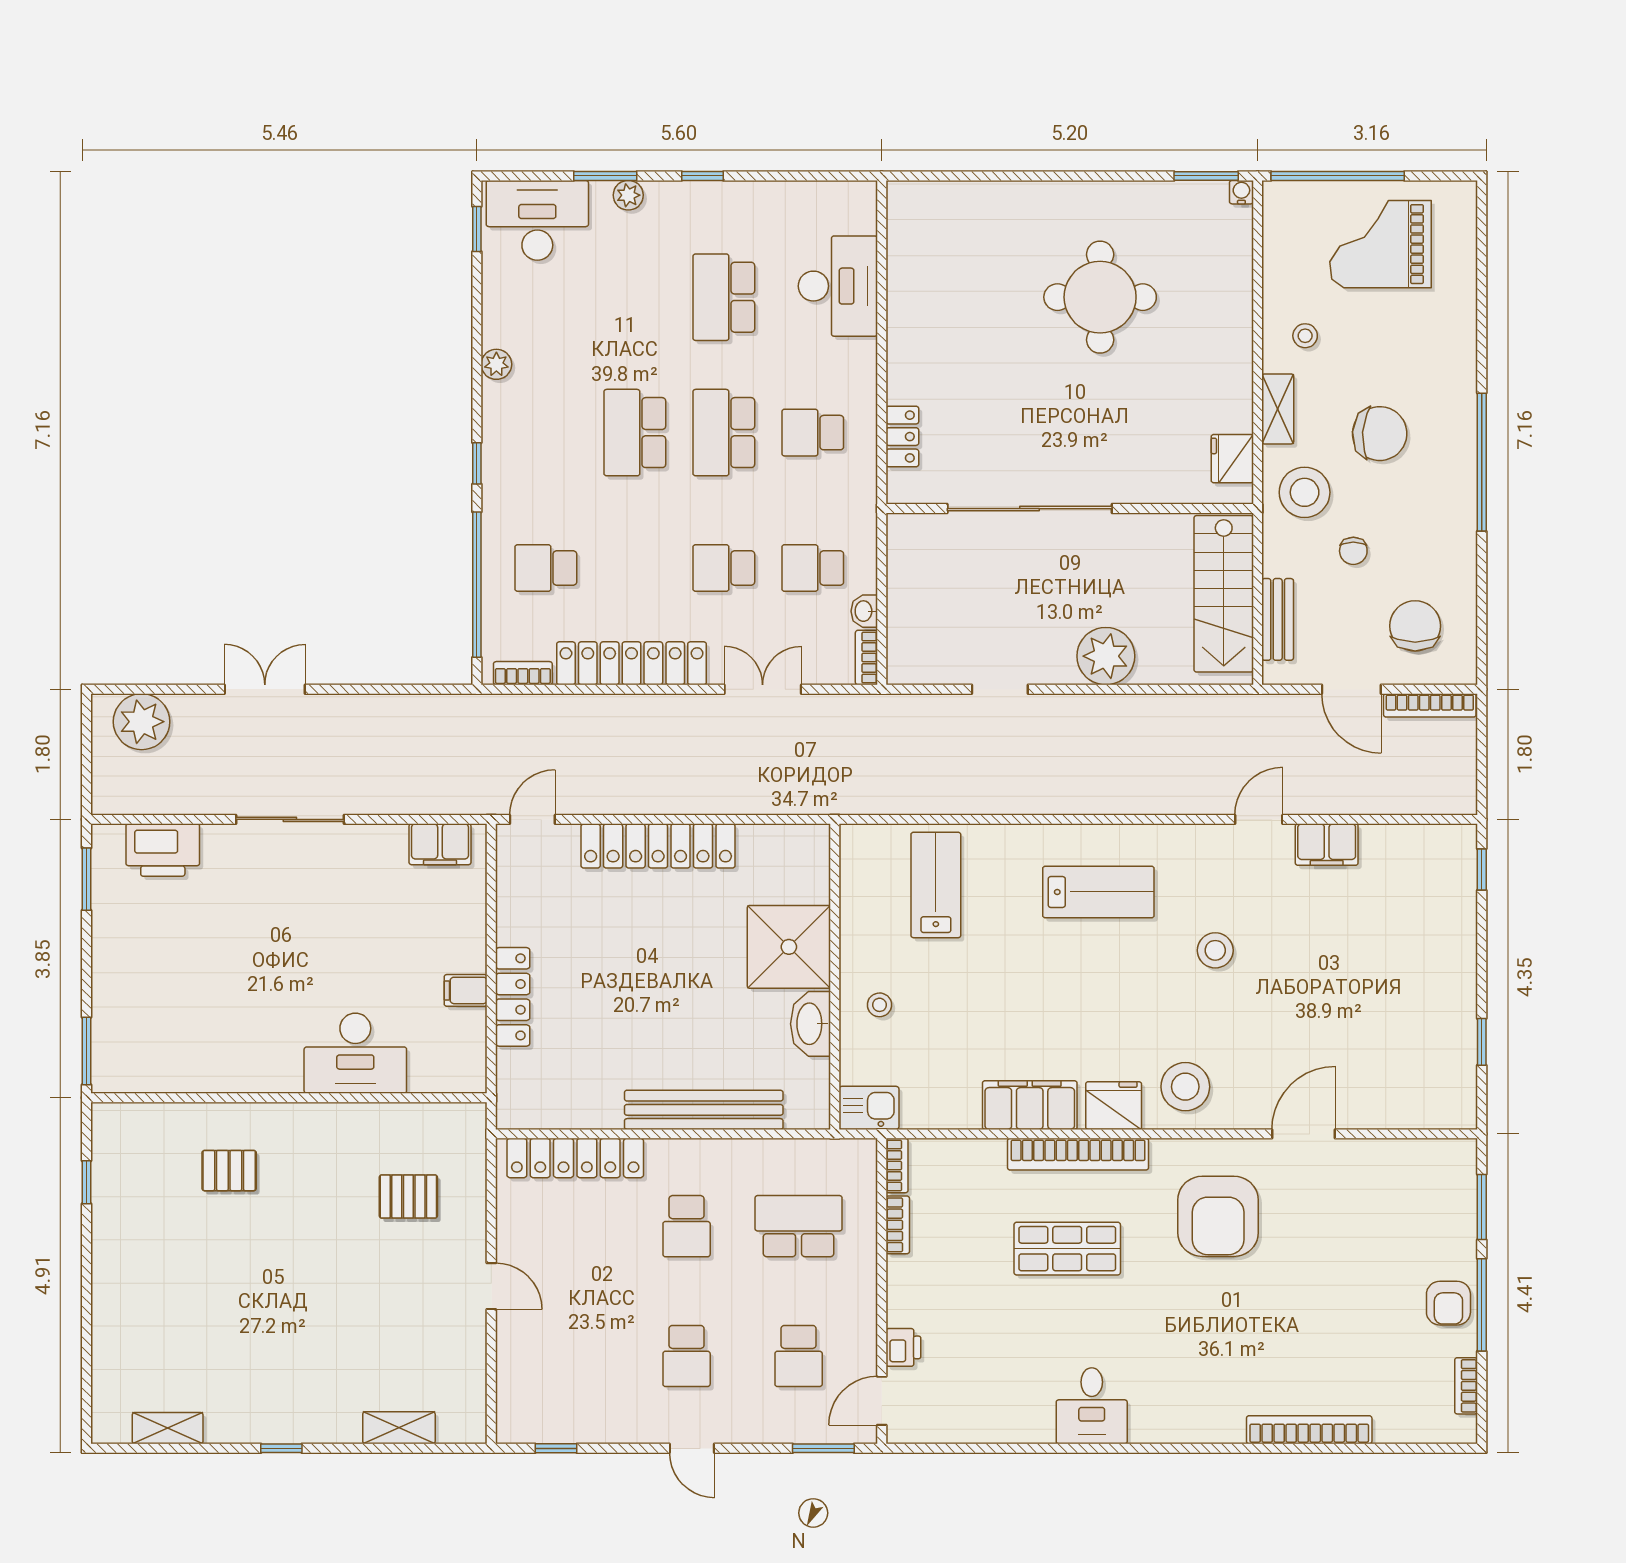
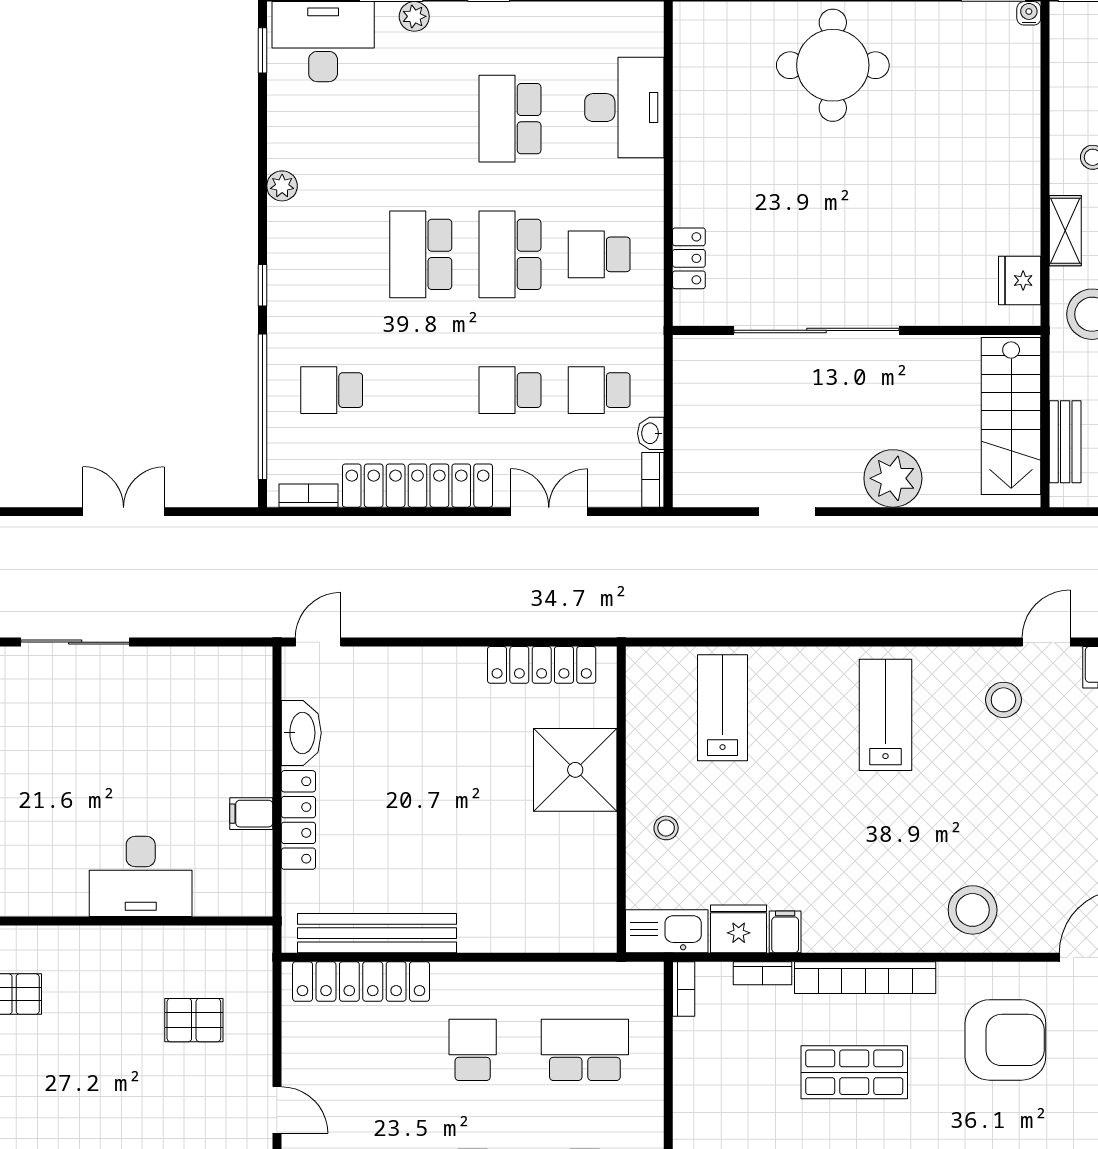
round table: (1100, 297) -> (833, 65), moved
double door: (265, 689) -> (124, 512), moved
filing cabinet: (440, 844) -> (226, 667), removed
locker: (658, 846) -> (542, 665), moved, width x0.71, depth x0.83
lab bench: (1098, 892) -> (885, 715), turned -90
stool: (1215, 950) -> (1003, 700), moved
washbasin: (811, 1024) -> (301, 733), moved, turned 180
filing cabinet: (1030, 1105) -> (785, 932), width x0.33, depth x0.86
fridge: (1114, 1106) -> (739, 929), moved
kitchen sink: (869, 1108) -> (667, 931), width x1.38
bench: (704, 1110) -> (377, 933), moved
armchair: (1218, 1216) -> (1005, 1040), turned -90
bookcase: (898, 1225) -> (762, 973), moved, turned 90
school desk: (687, 1226) -> (473, 1050), turned 180

